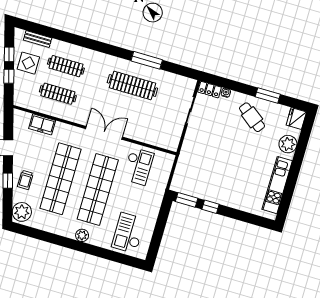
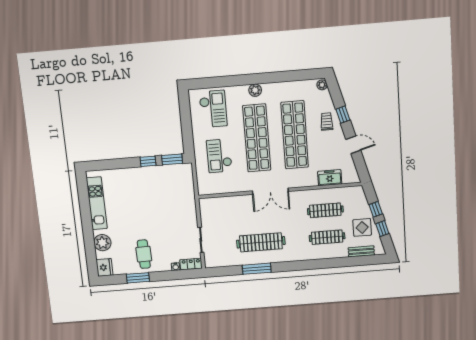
cafe table: (252, 117) -> (144, 254), turned 52
checkout: (138, 166) -> (219, 156), moved
plant: (22, 212) -> (322, 85), width x0.53, depth x0.53

